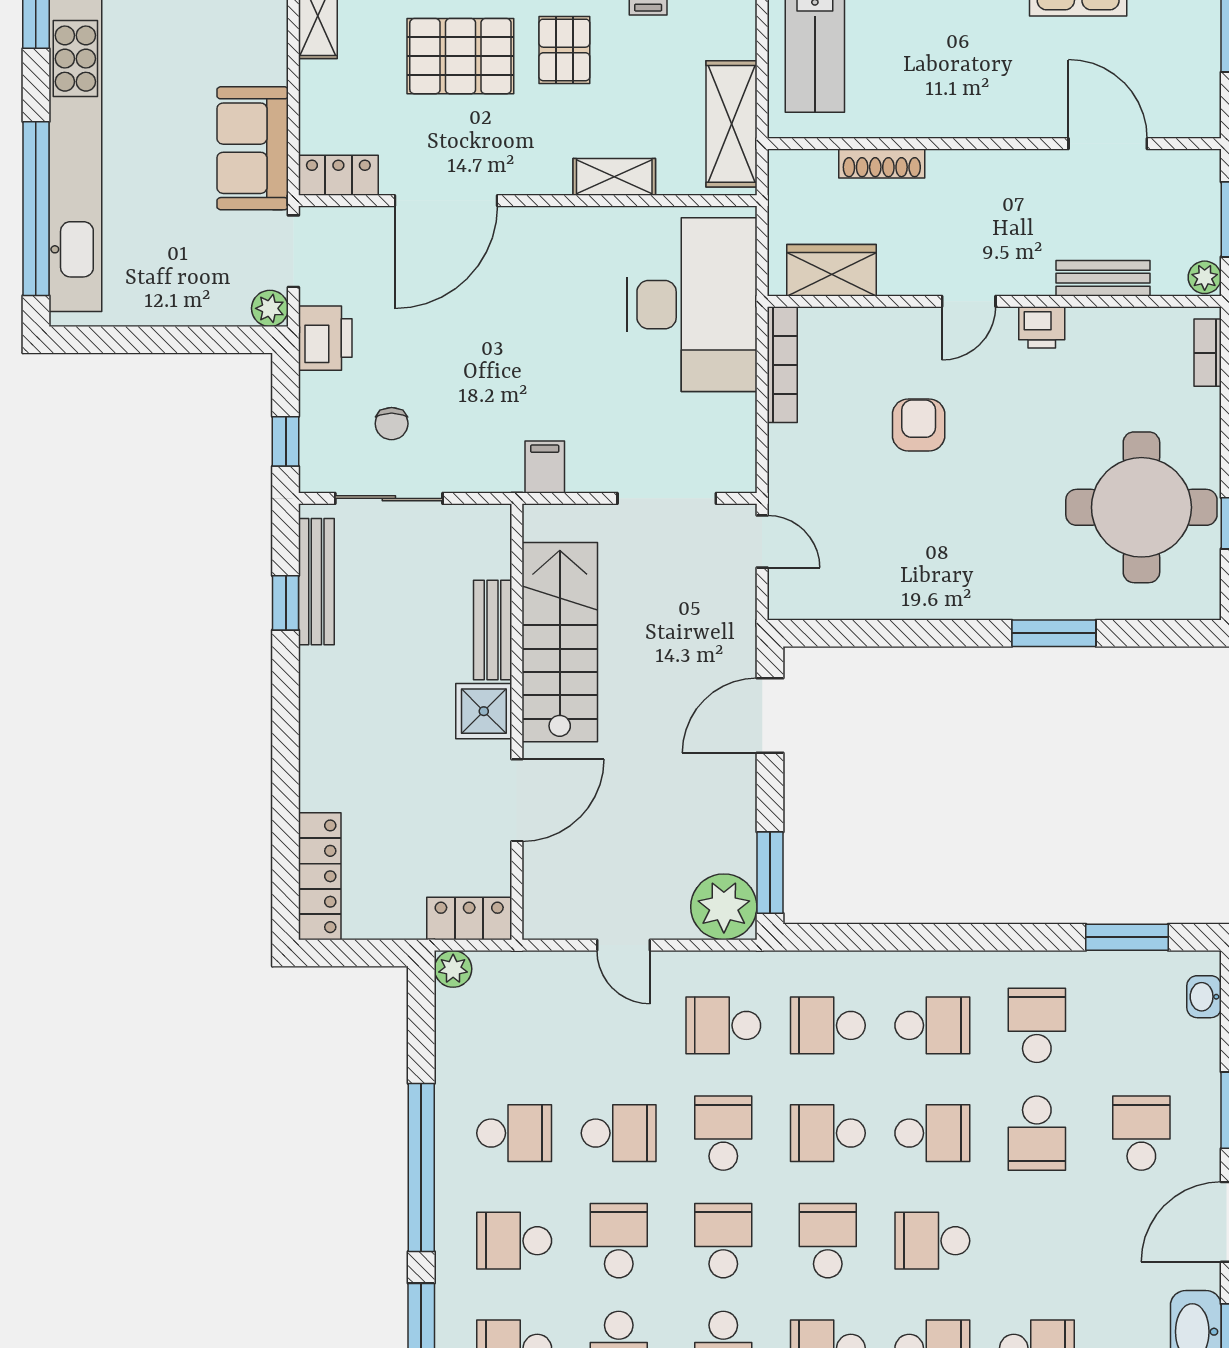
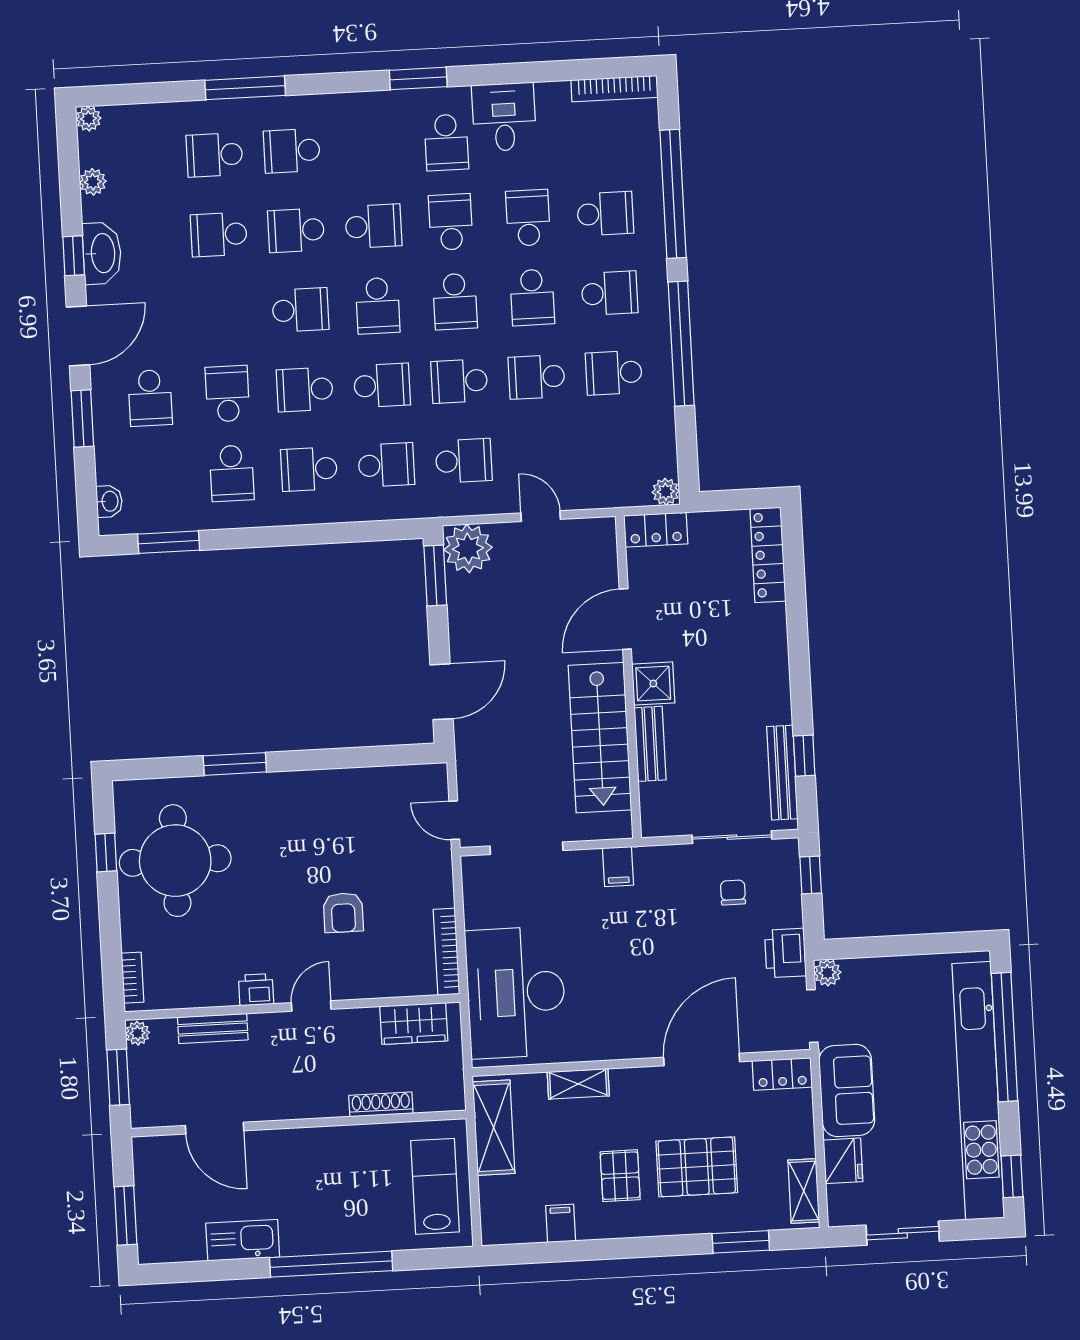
fridge: (263, 54) -> (843, 1161), added
school desk: (723, 1133) -> (459, 381), turned 90

